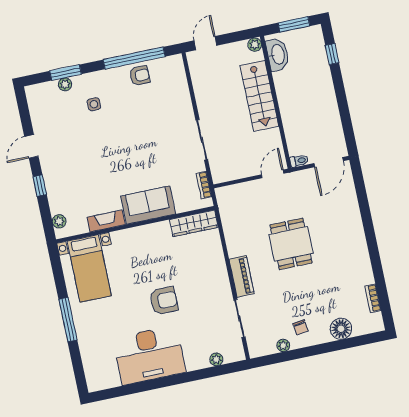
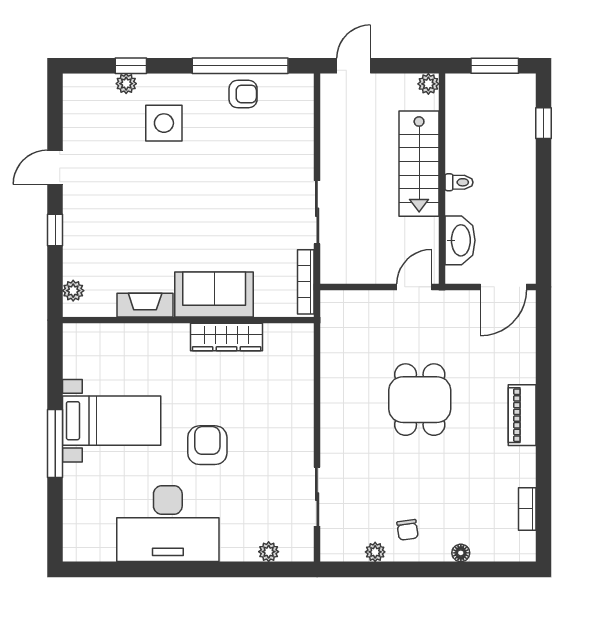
washbasin: (278, 54) -> (460, 240), moved
window: (66, 73) -> (131, 66), width x0.67
side table: (94, 104) -> (164, 123), width x1.87, depth x1.87
toilet: (299, 161) -> (459, 182), moved
bookcase: (204, 185) -> (306, 282), width x1.56
wardrobe: (194, 223) -> (227, 337), moved
bed with nightstands: (89, 268) -> (112, 421), moved, turned -90
piano: (242, 276) -> (522, 415), moved, turned 180
armchair: (164, 301) -> (207, 445), turned -90
floor lamp: (341, 329) -> (461, 553), width x0.53, depth x0.53

